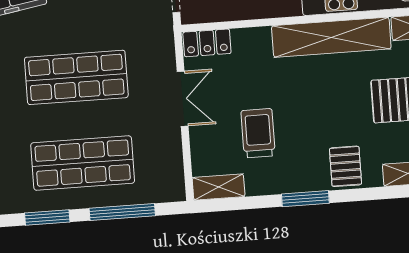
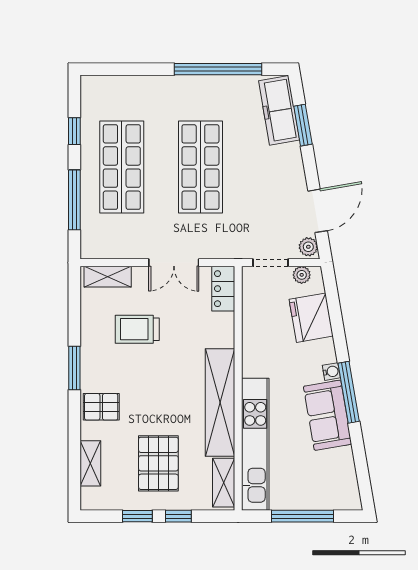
trolley: (258, 133) -> (137, 329), turned 180
shelving: (219, 187) -> (108, 277), moved, turned 90
window: (47, 218) -> (74, 131), width x0.67

